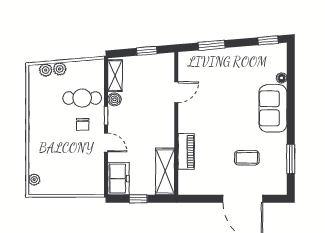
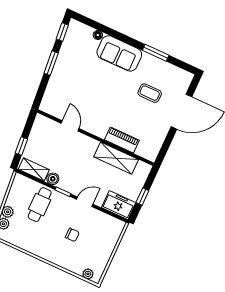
window: (212, 45) -> (51, 63), moved
window: (147, 51) -> (21, 146), moved
chair: (83, 124) -> (72, 235), moved
coffee table: (247, 158) -> (150, 93), turned 90
window: (291, 159) -> (156, 53), moved
shelving: (165, 171) -> (116, 158), moved

